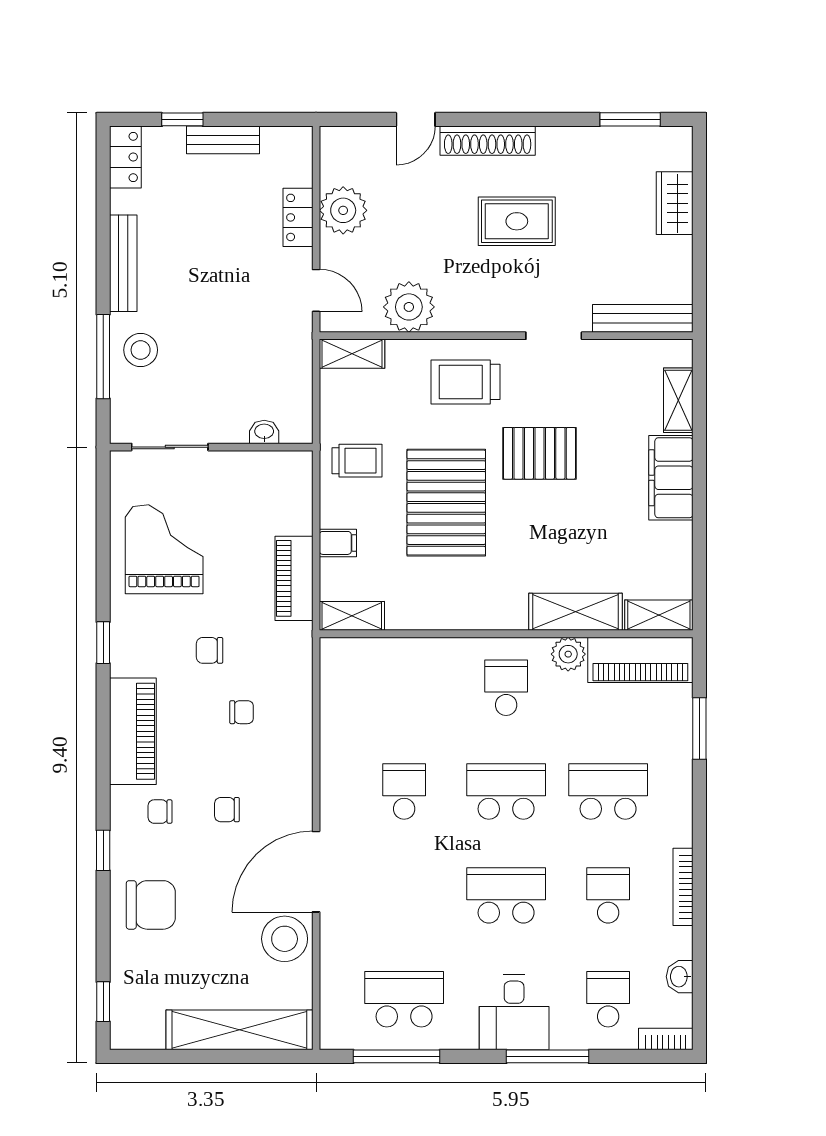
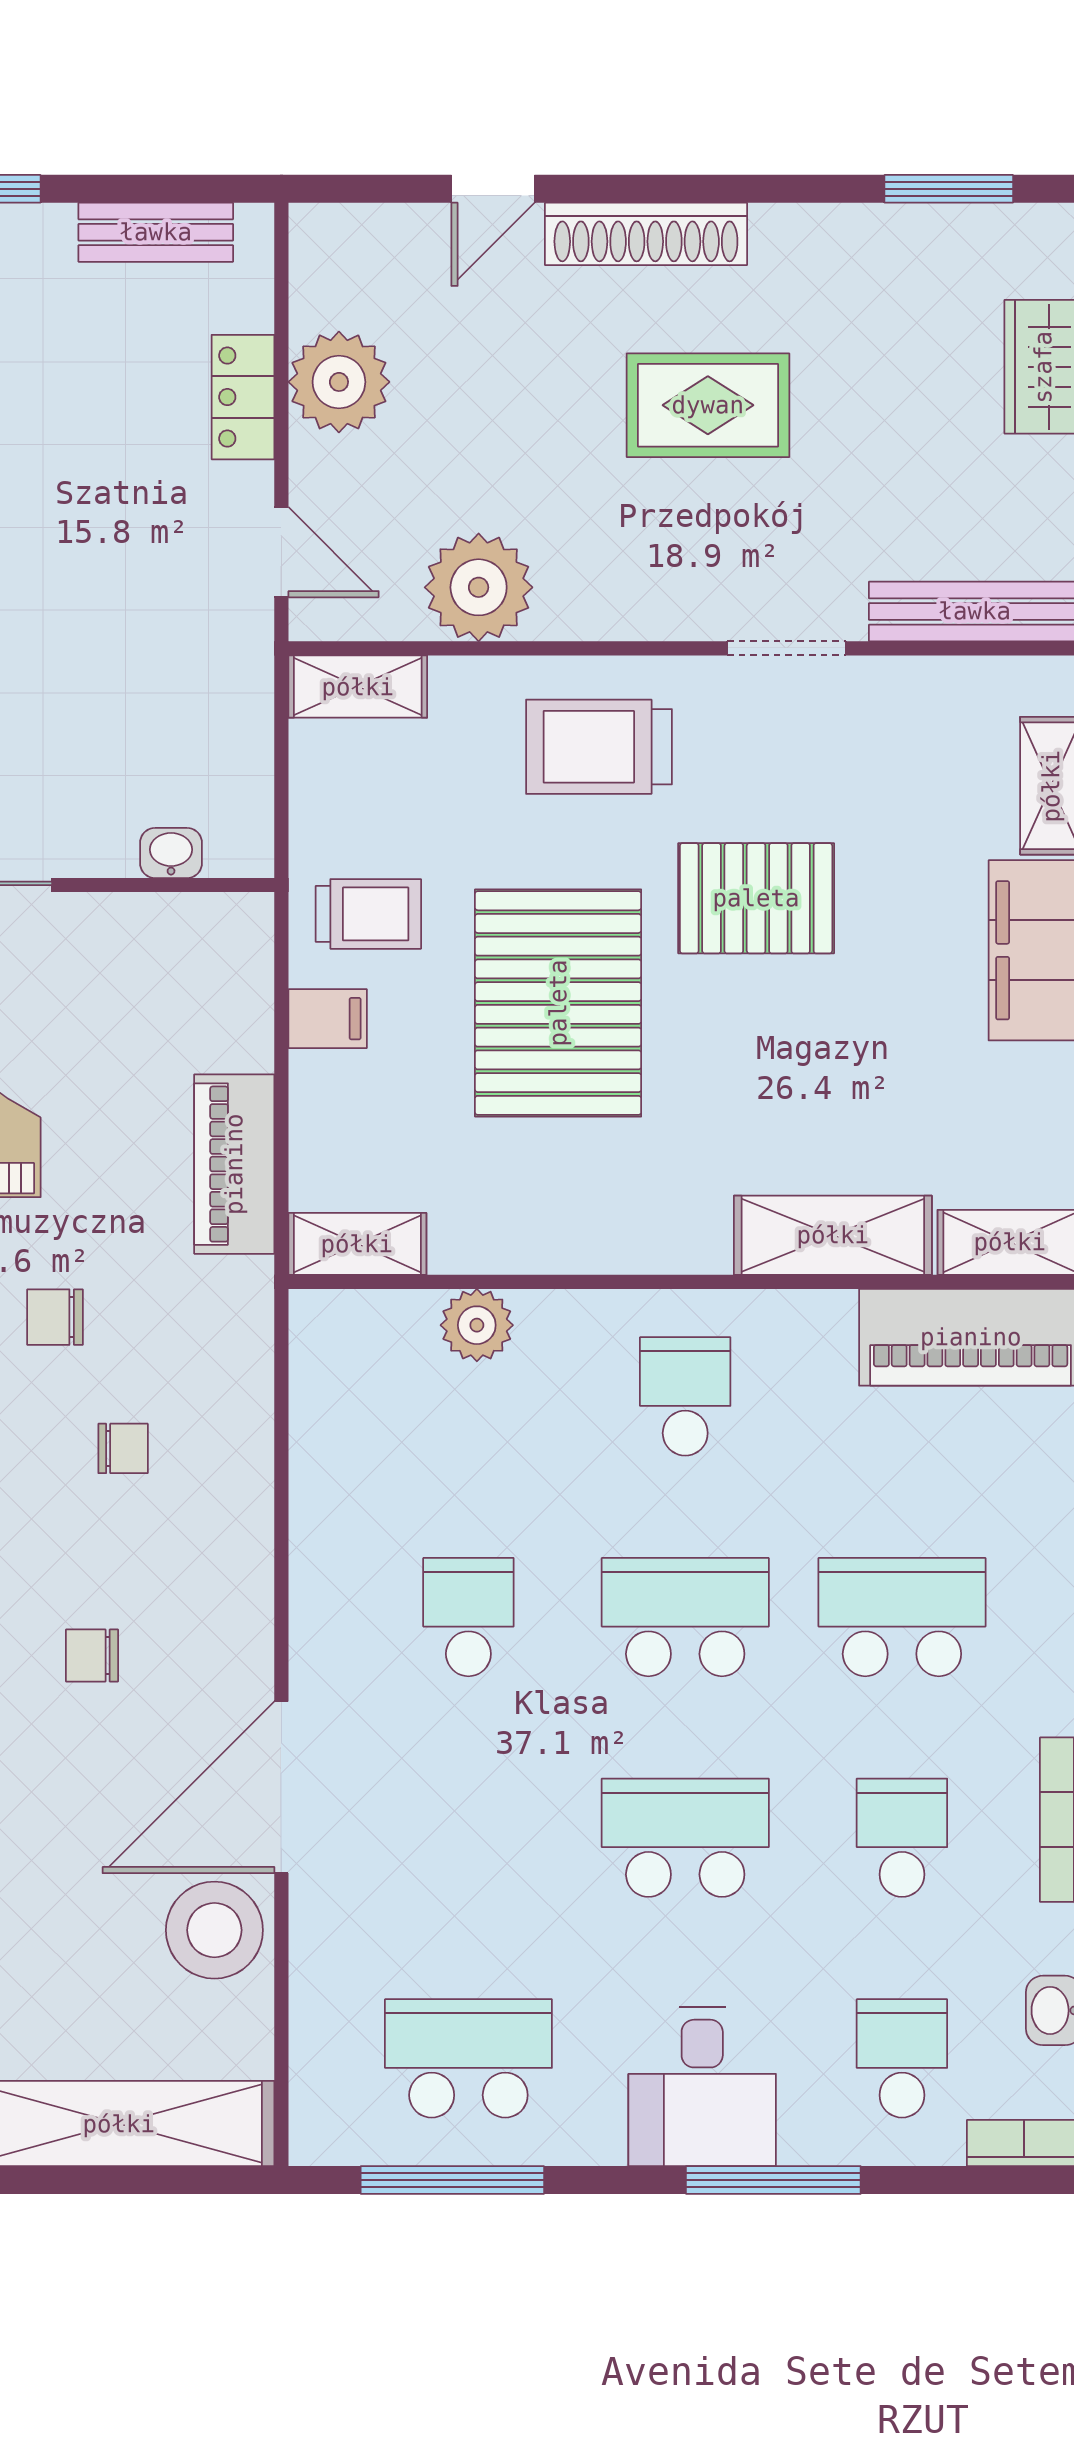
bench: (223, 140) -> (156, 232), moved
filing cabinet: (338, 543) -> (328, 1019), moved
plant: (568, 654) -> (477, 1325), moved

